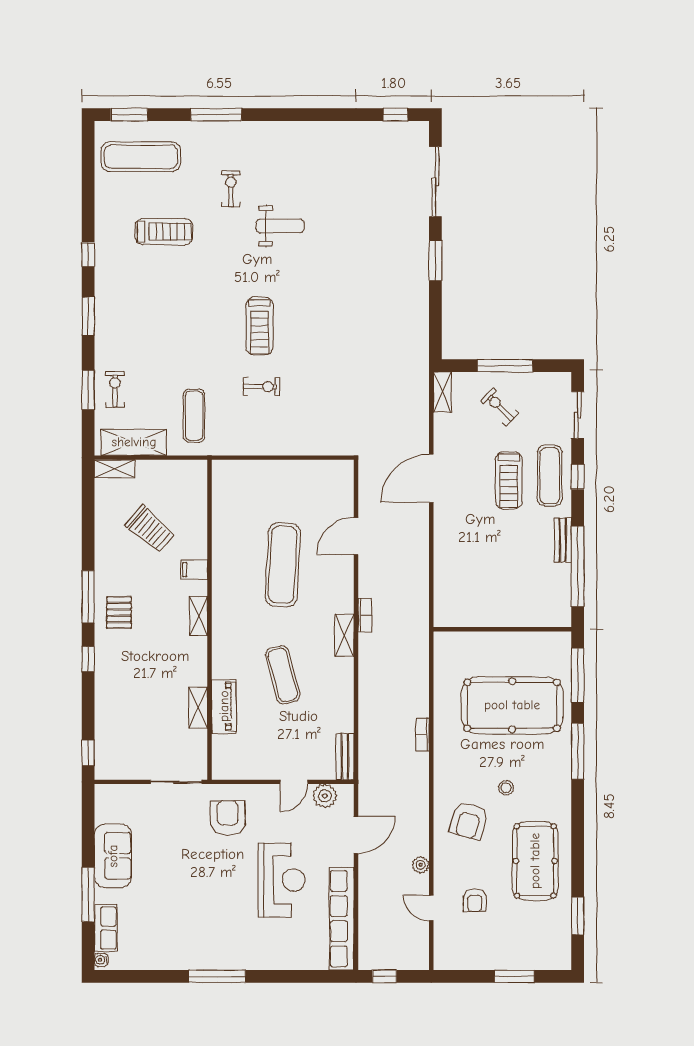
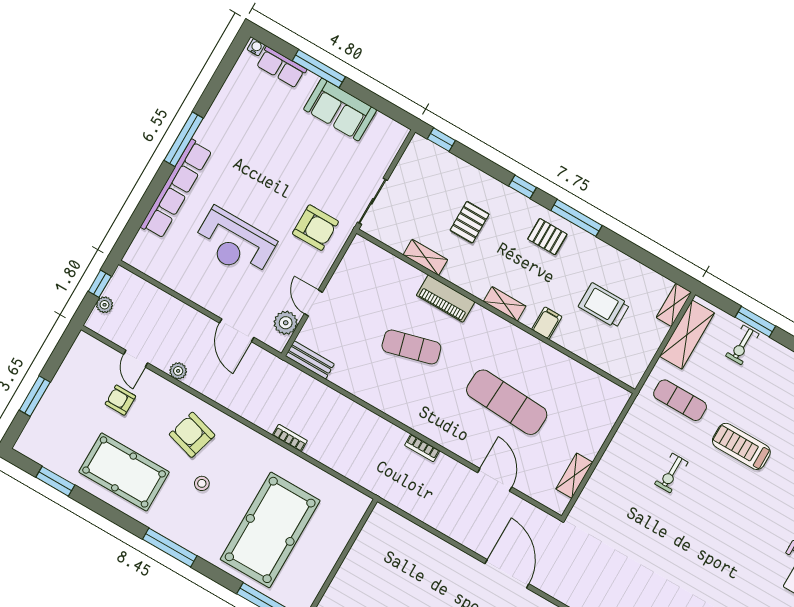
treadmill: (260, 326) -> (741, 446), moved
exercise bike: (115, 389) -> (742, 345), turned 90
trolley: (150, 529) -> (604, 305), turned 49
shelving: (344, 635) -> (574, 476), moved, turned 90
pallet: (145, 687) -> (470, 222), added
piano: (224, 706) -> (446, 299), moved
window: (578, 751) -> (170, 547), moved
door: (431, 908) -> (136, 359), swing flipped
row of seats: (342, 919) -> (176, 189), moved, turned 90
plant: (400, 962) -> (105, 305), added

